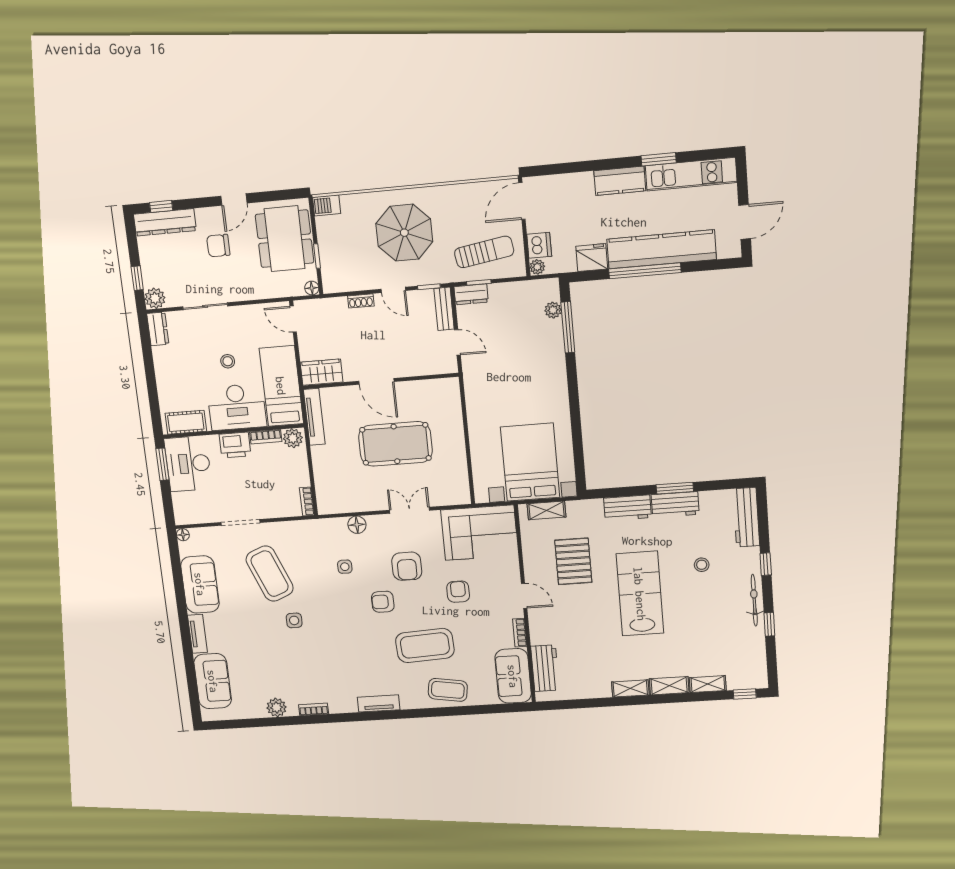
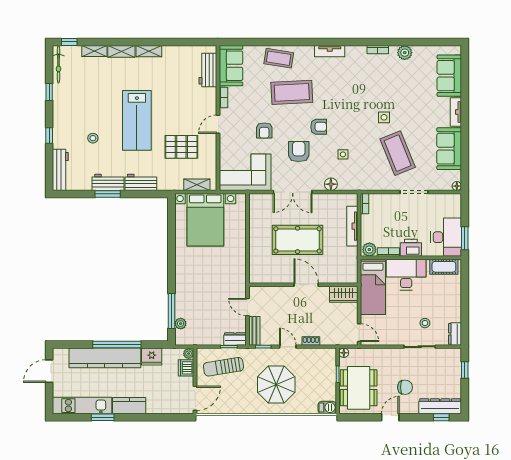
plant: (155, 298) -> (454, 355), removed
stool: (228, 361) -> (425, 323), moved
tv unit: (314, 417) -> (352, 226), moved
double door: (409, 510) -> (293, 192), width x1.37
pallet: (573, 561) -> (181, 147), turned 90
door: (524, 596) -> (218, 124), hinge flipped
bicycle: (754, 600) -> (58, 64), moved

